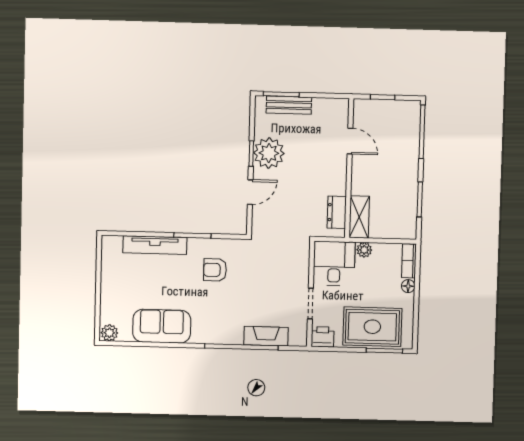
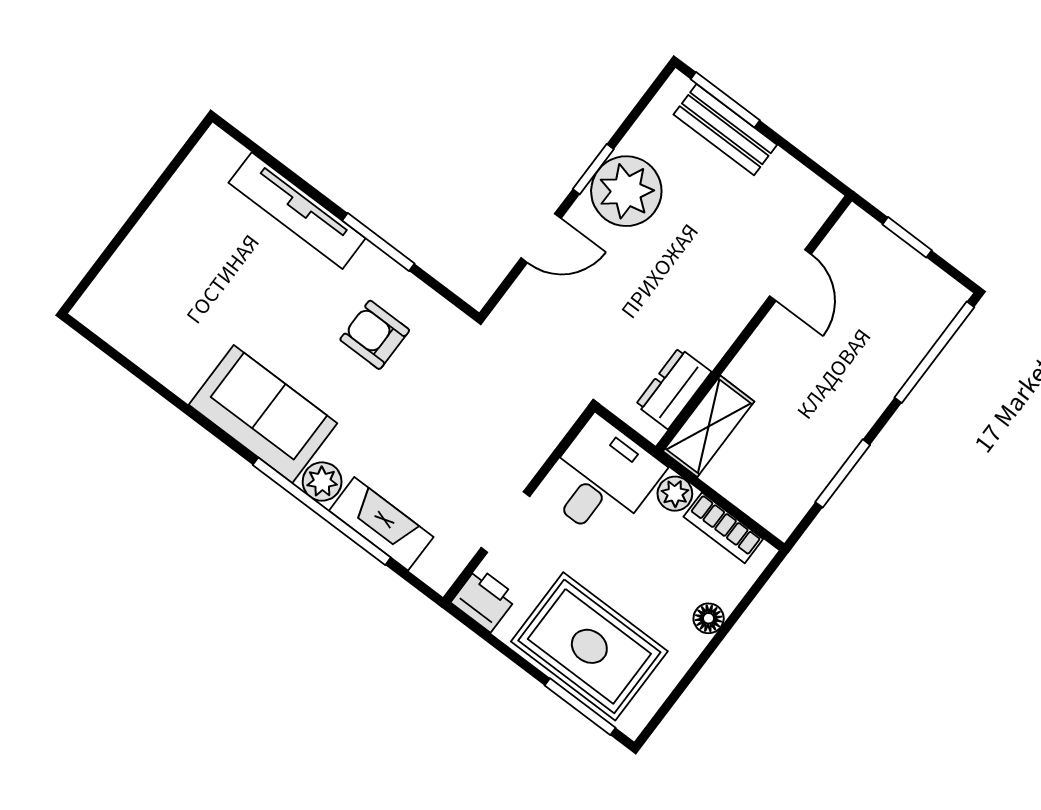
bookcase: (409, 261) -> (723, 528), moved, turned -90
sofa: (162, 326) -> (263, 414), moved
plant: (109, 333) -> (322, 482), moved

